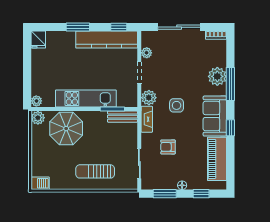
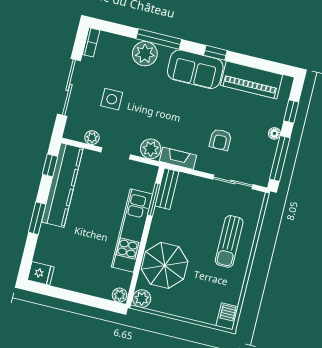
side table: (177, 105) -> (112, 99), moved
window: (165, 194) -> (280, 158), width x1.44

